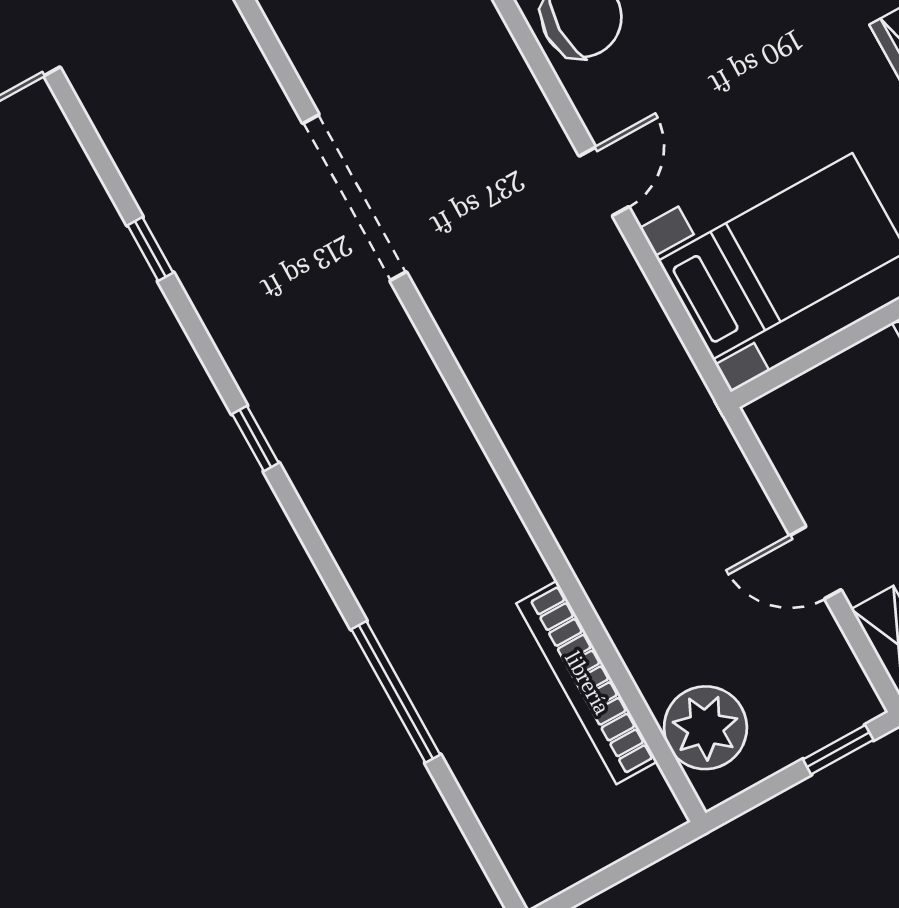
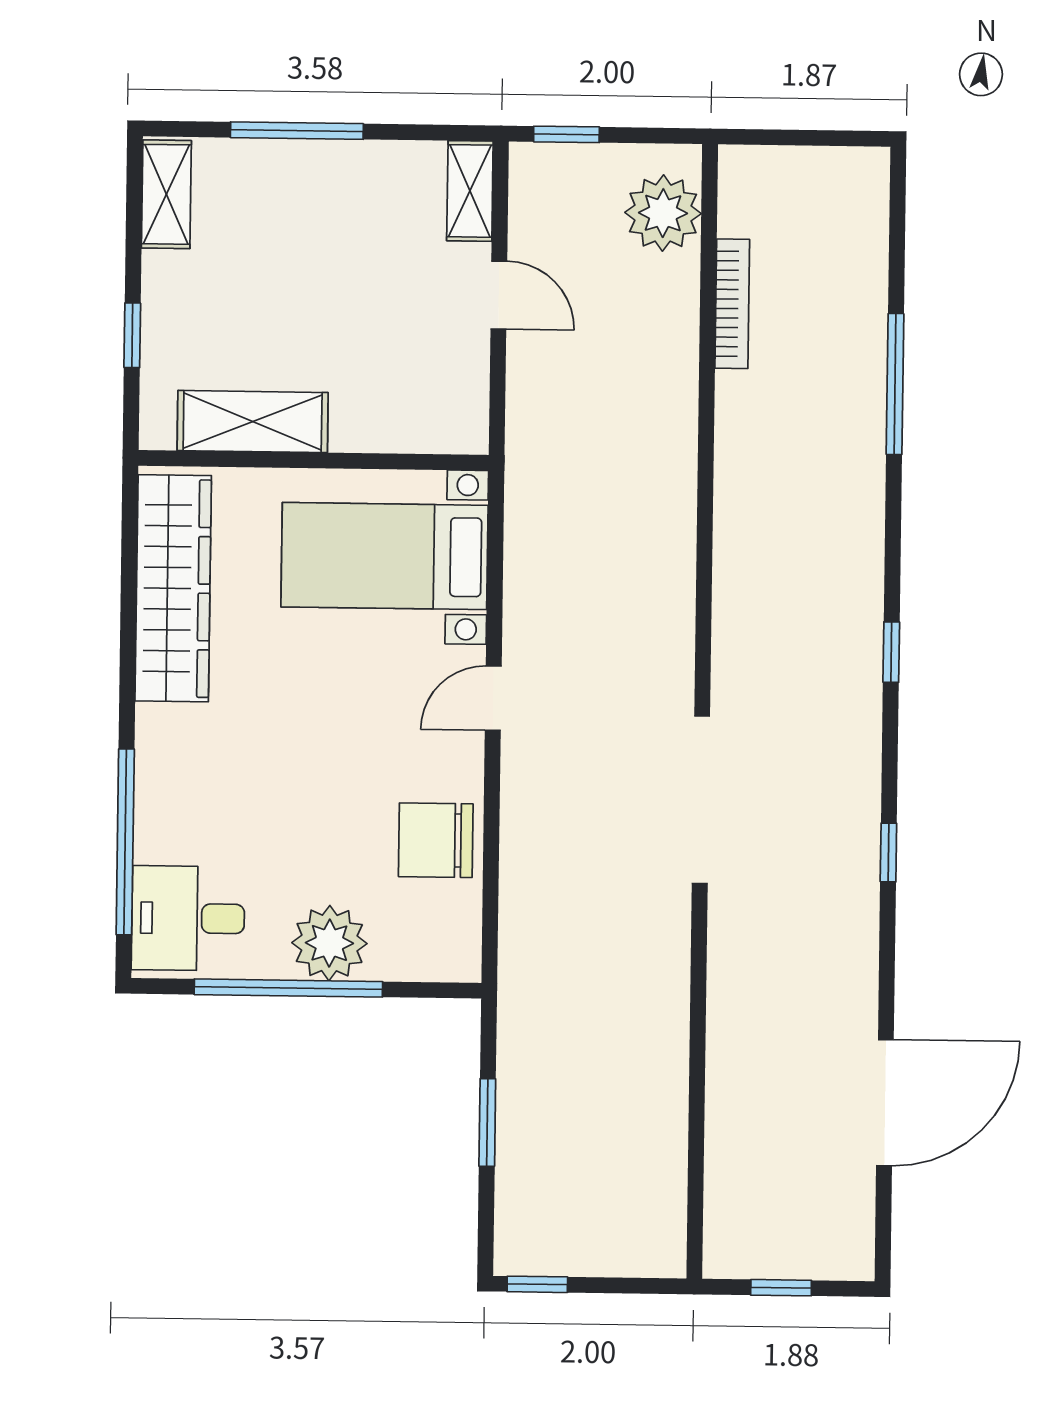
bookcase: (587, 683) -> (732, 304), width x0.68, depth x0.76

